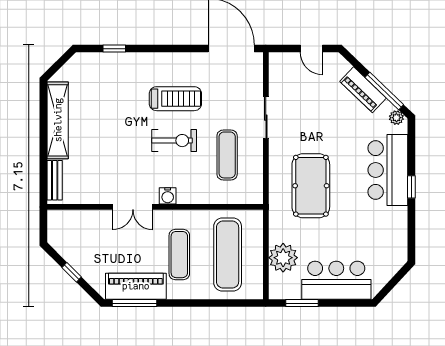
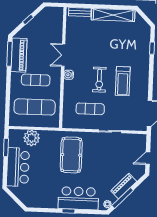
pool table: (311, 186) -> (71, 155), turned 90

